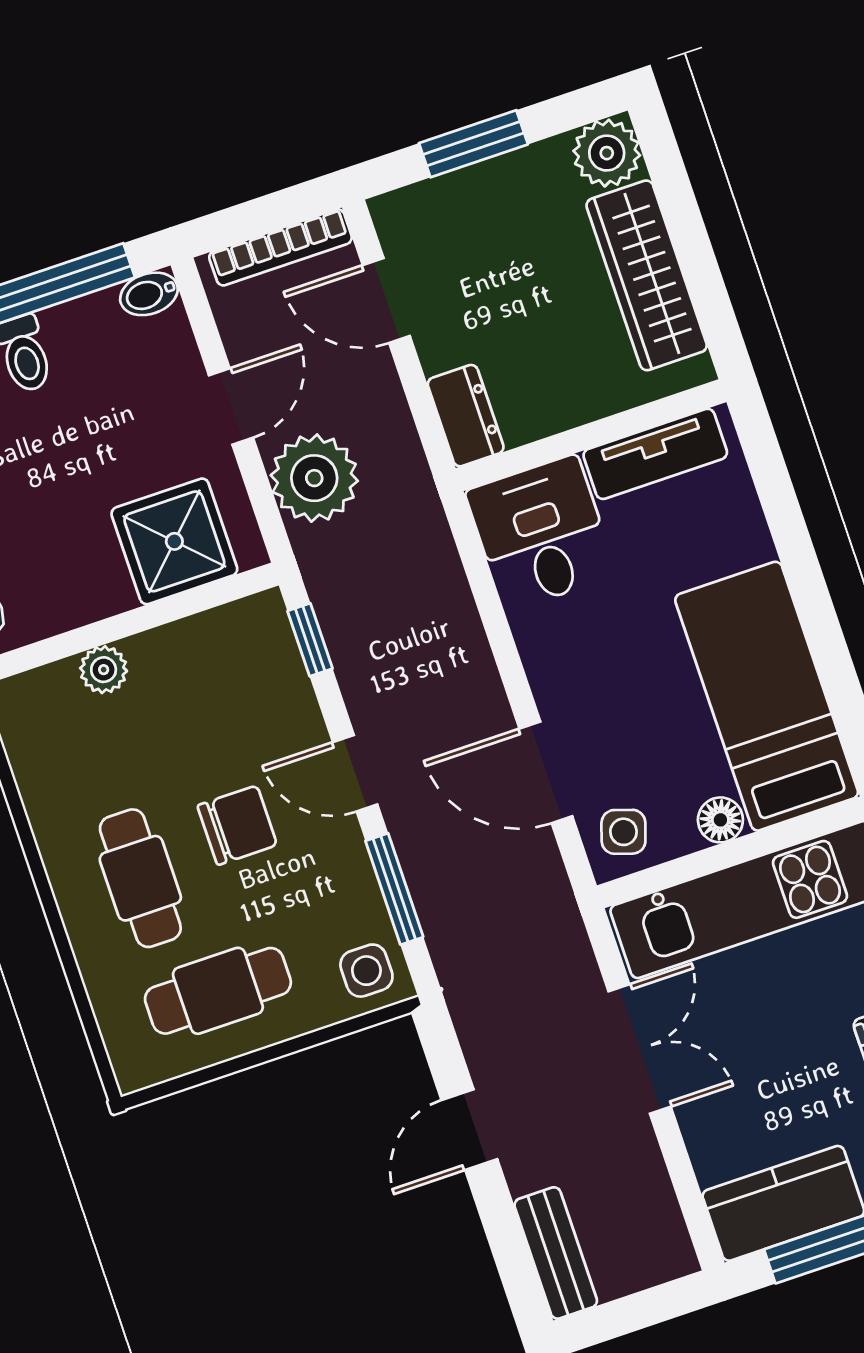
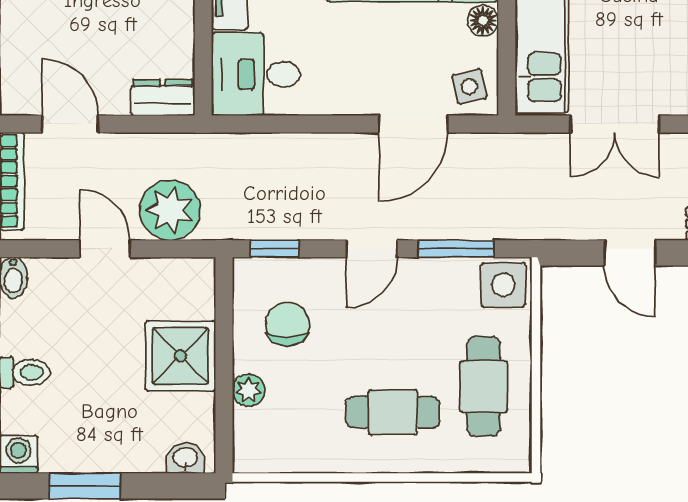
door: (386, 301) -> (70, 124), swing flipped
shower: (174, 541) -> (180, 356), moved
chair: (237, 825) -> (288, 324), moved
side table: (623, 832) -> (469, 86), turned -31
side table: (366, 971) -> (503, 285), width x1.37, depth x1.37
double door: (640, 1049) -> (615, 124), swing flipped

